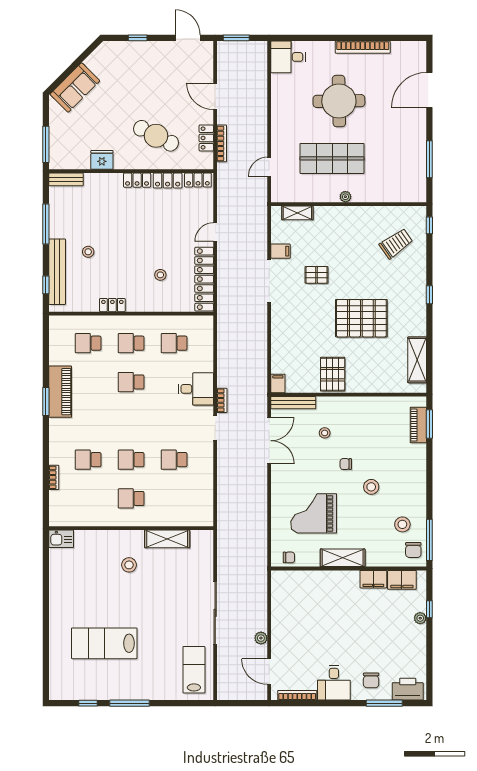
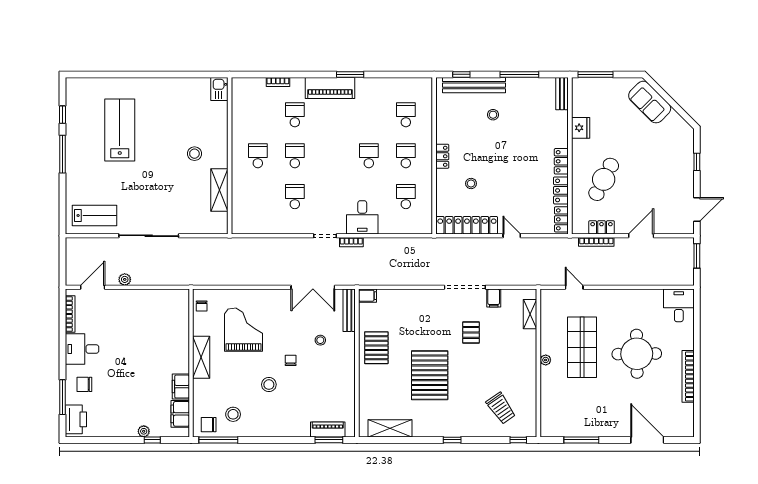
locker: (112, 305) -> (442, 156), moved
pallet: (333, 374) -> (376, 348), turned 90
piano: (60, 392) -> (330, 88), moved

